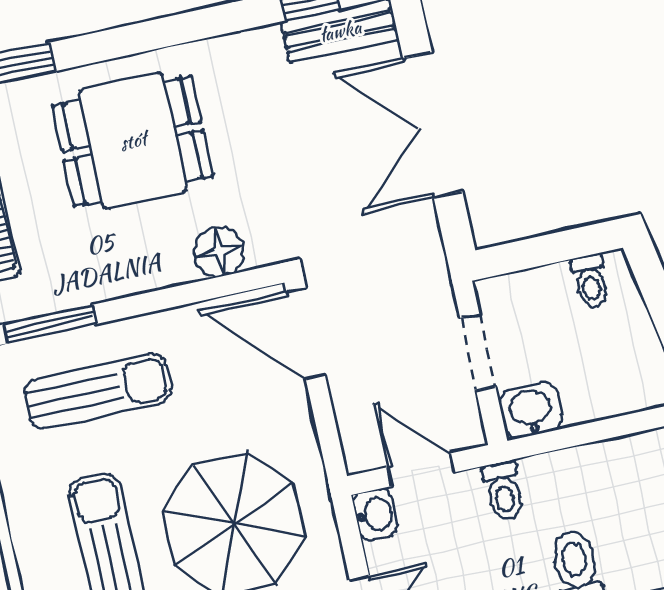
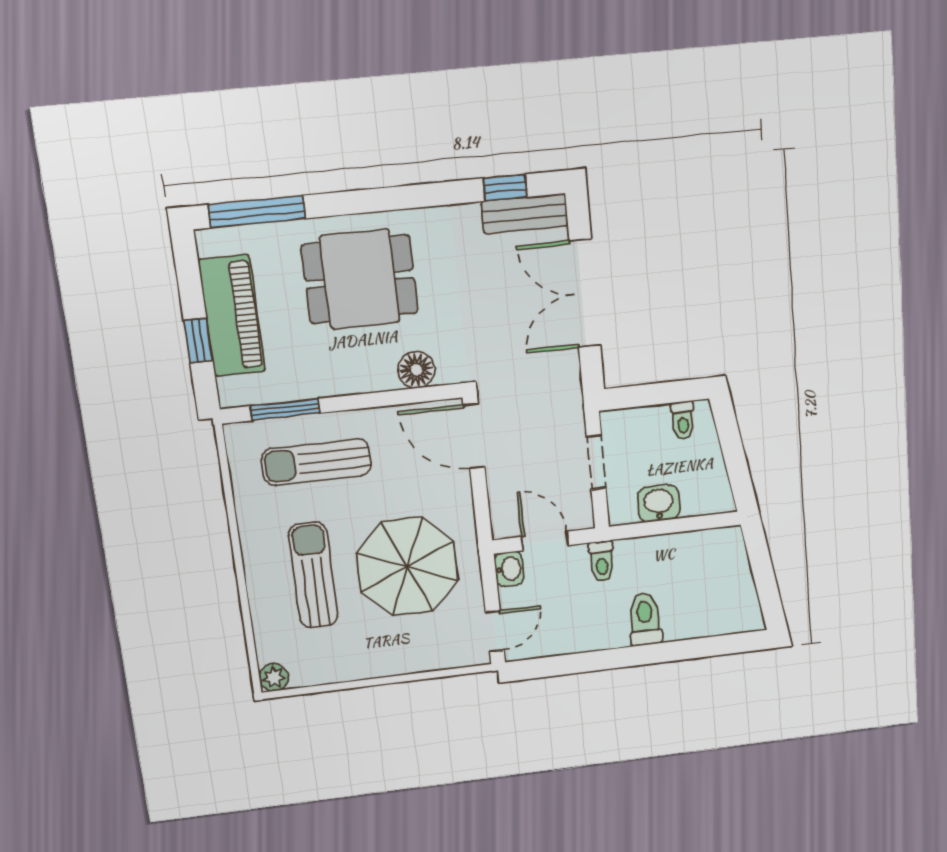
sun lounger: (98, 391) -> (316, 462), turned 180
washbasin: (531, 410) -> (659, 503), moved

